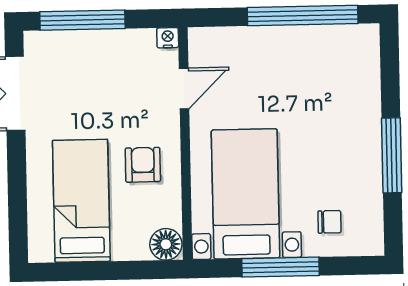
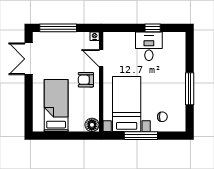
window: (303, 16) -> (153, 28), width x0.32
desk: (295, 58) -> (149, 46), added
door: (184, 88) -> (101, 58), swing flipped
armchair: (143, 165) -> (86, 80), moved, turned -90

